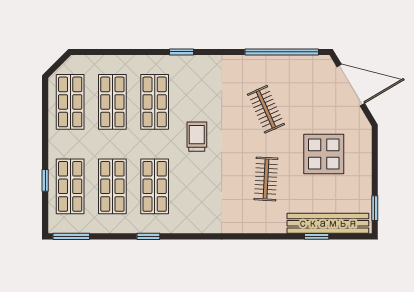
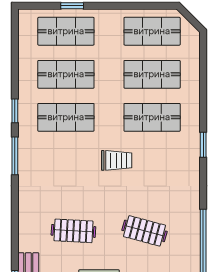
clothes rail: (266, 109) -> (145, 231), turned 39
window: (71, 236) -> (15, 156), moved

